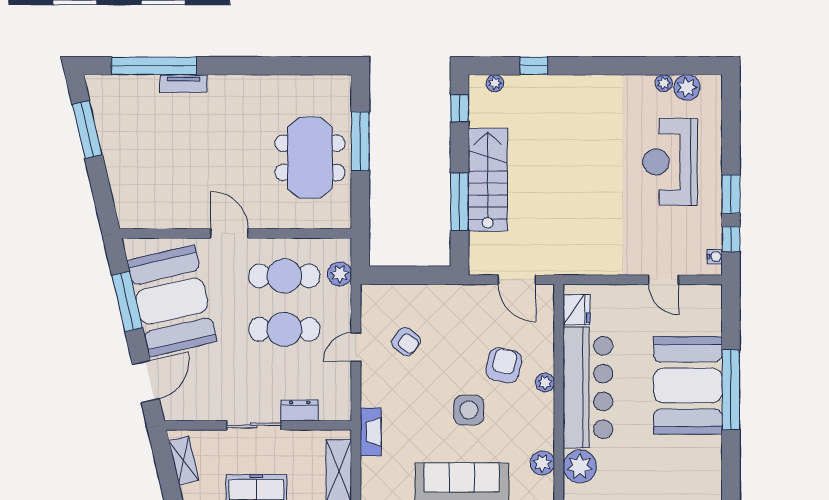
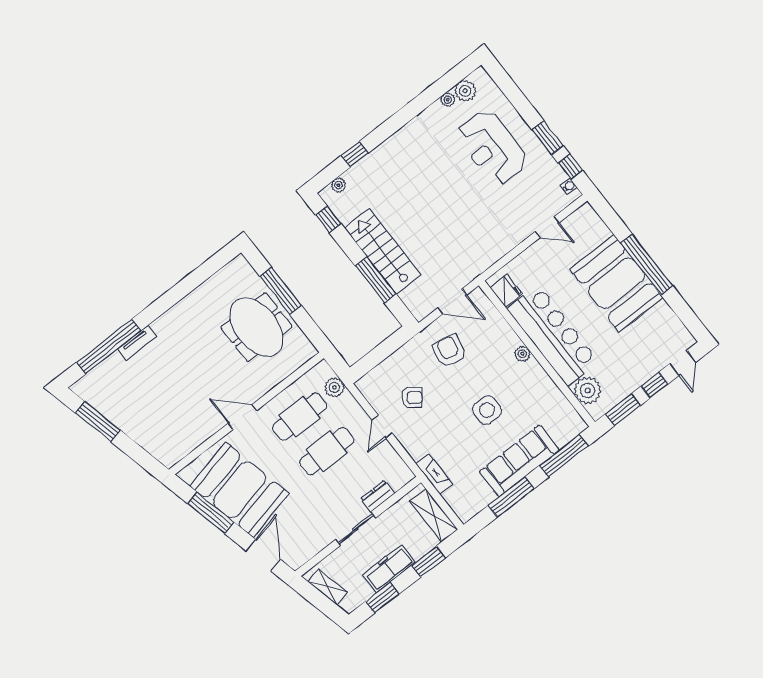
armchair: (504, 365) -> (449, 351), moved
plant: (542, 463) -> (562, 407), removed

